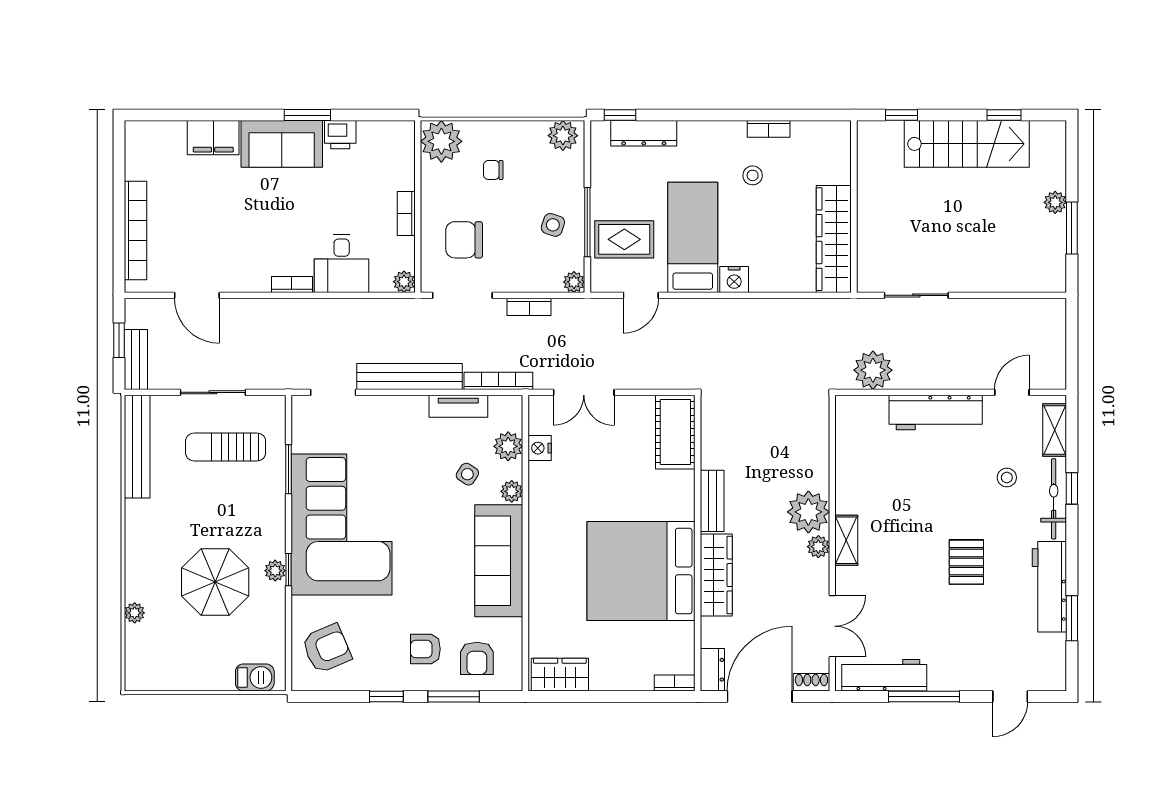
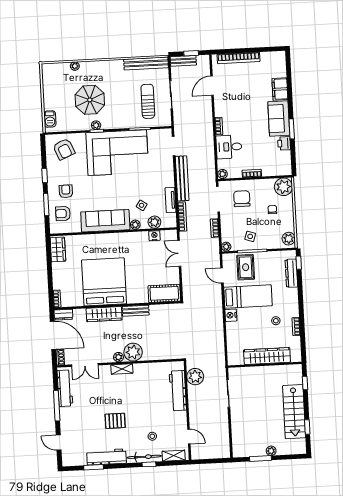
wardrobe: (834, 239) -> (267, 356), moved
workbench: (936, 412) -> (178, 391), moved

